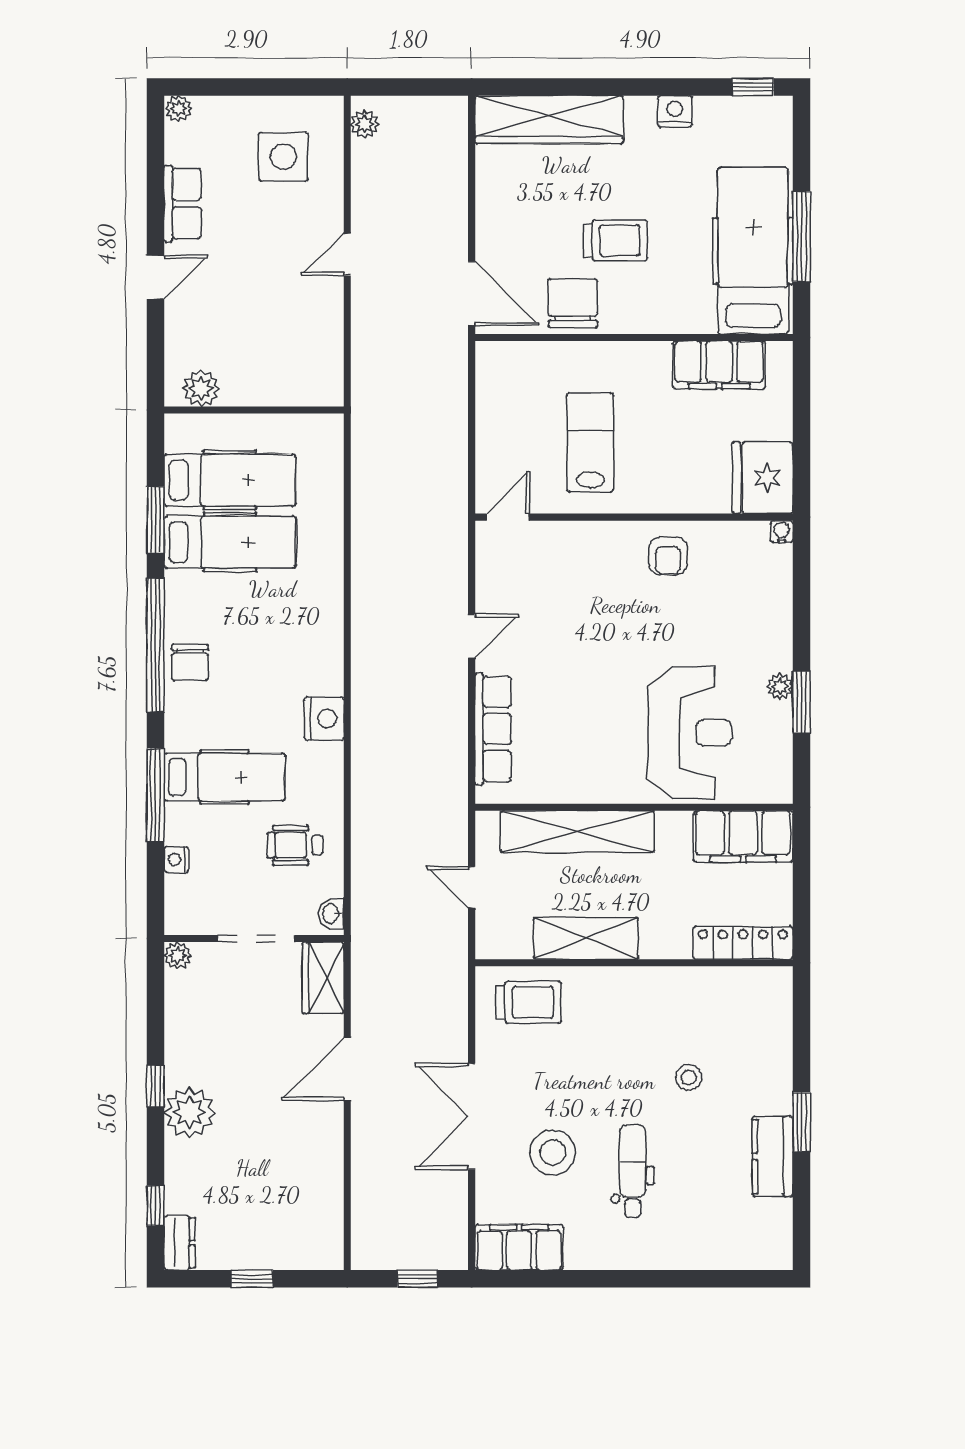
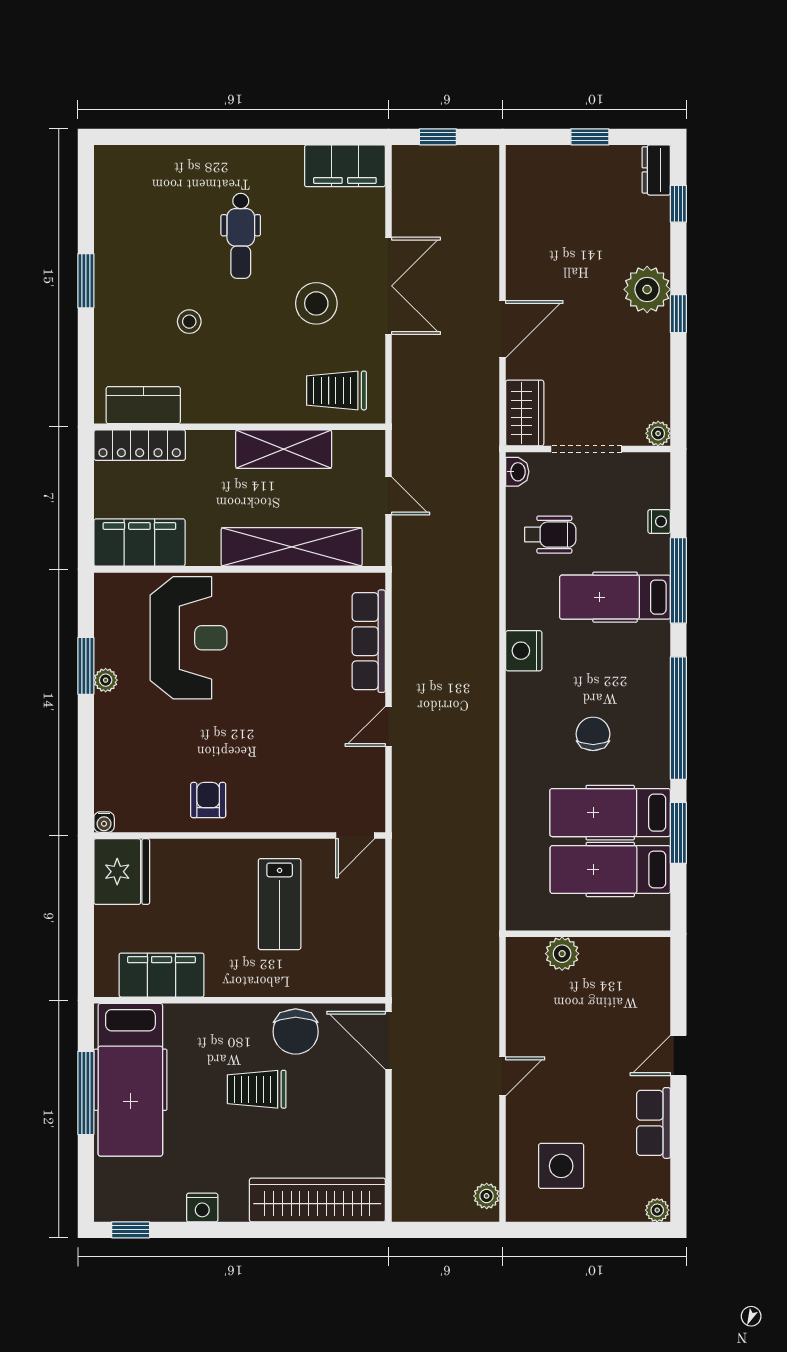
plant: (201, 388) -> (562, 954), moved
chair: (190, 662) -> (593, 734), moved
reception desk: (690, 733) -> (189, 638), turned 180
stool: (553, 1153) -> (316, 303), moved
kitchen counter: (773, 1157) -> (143, 405), moved, turned -90

